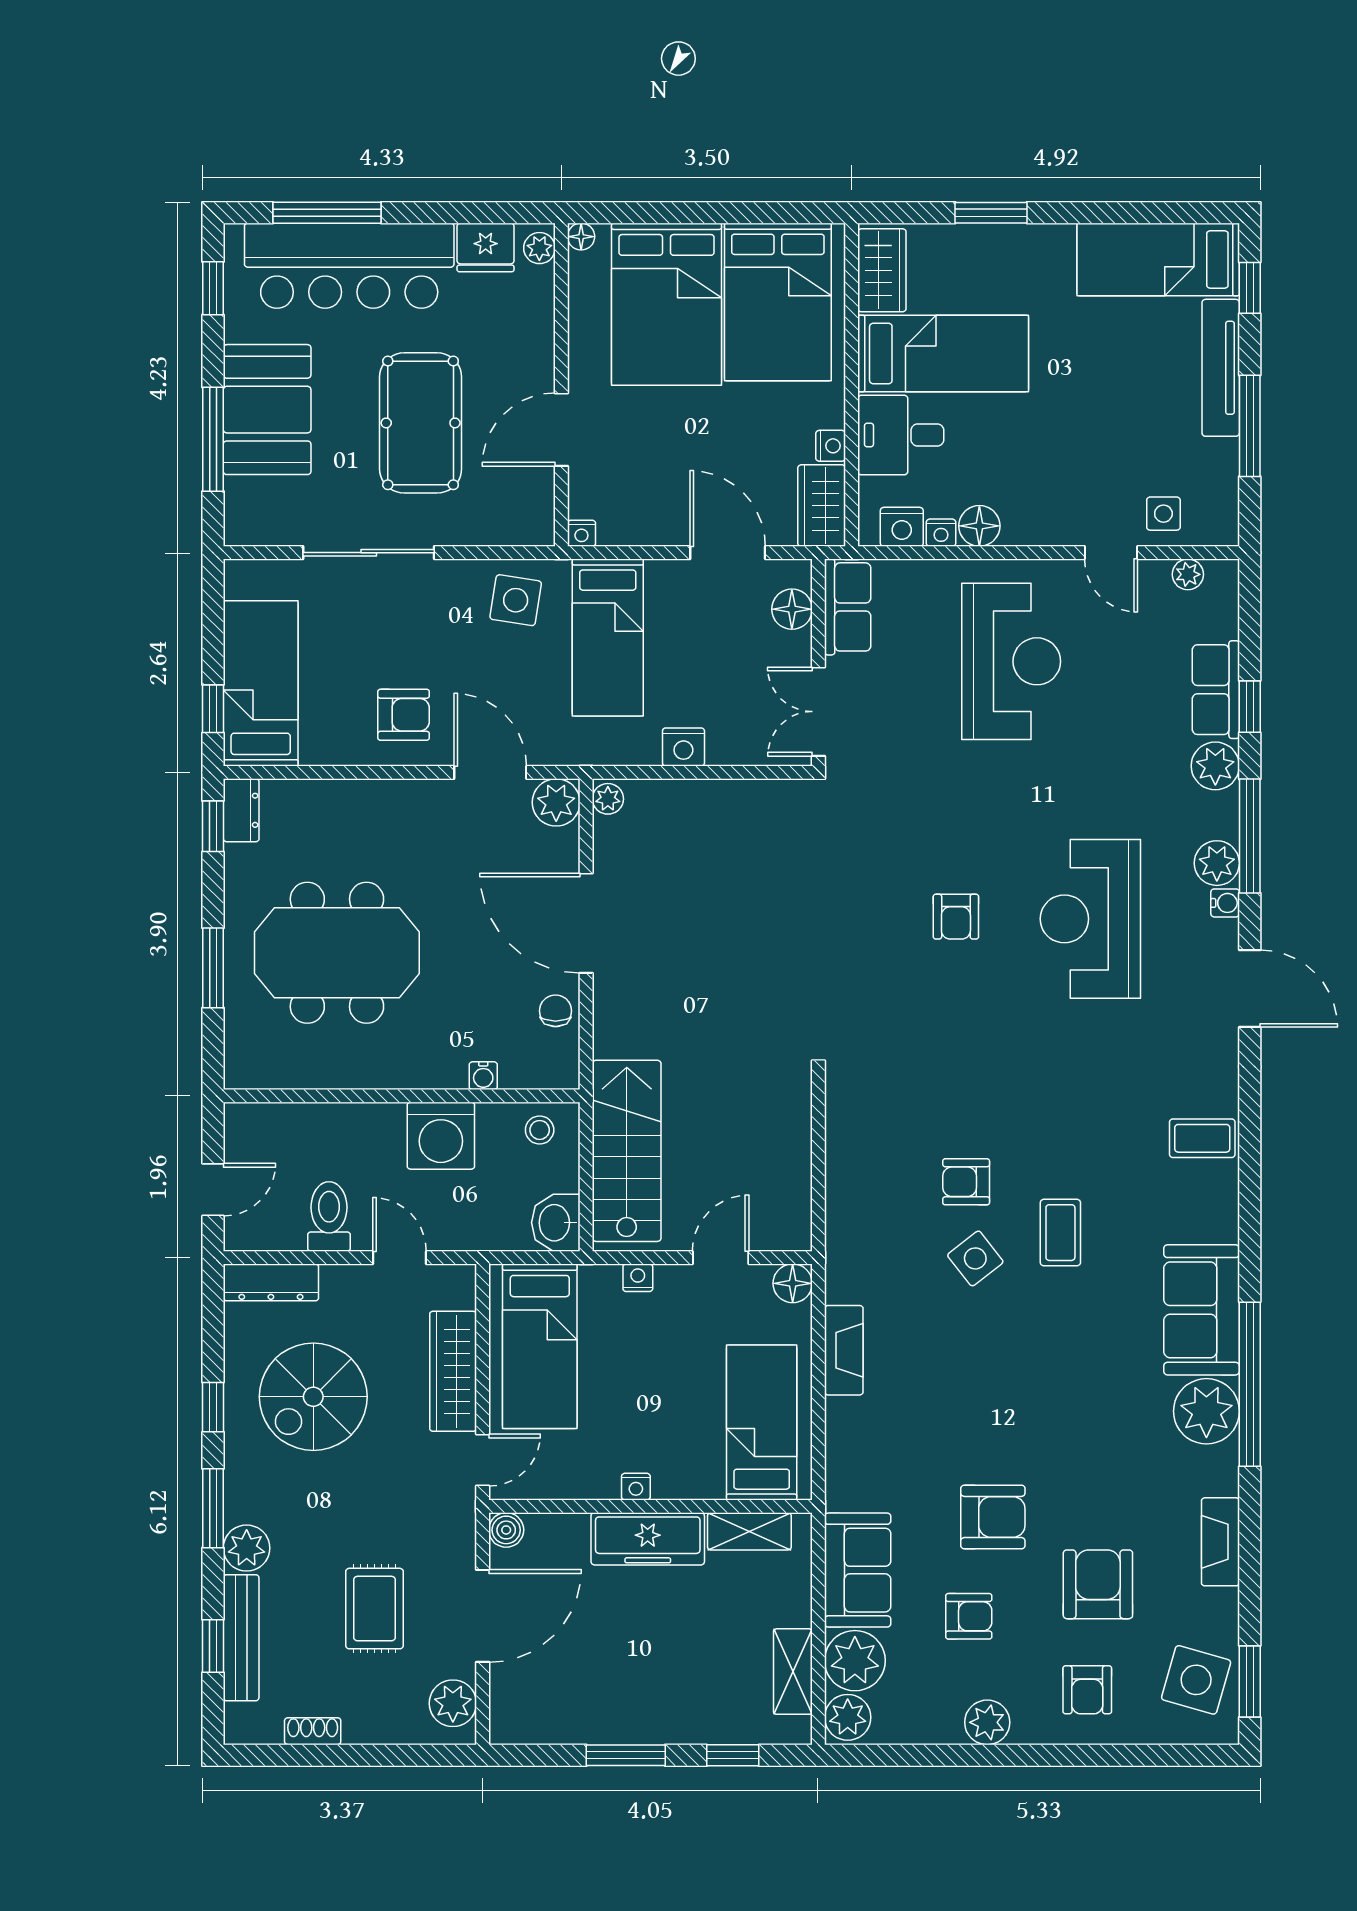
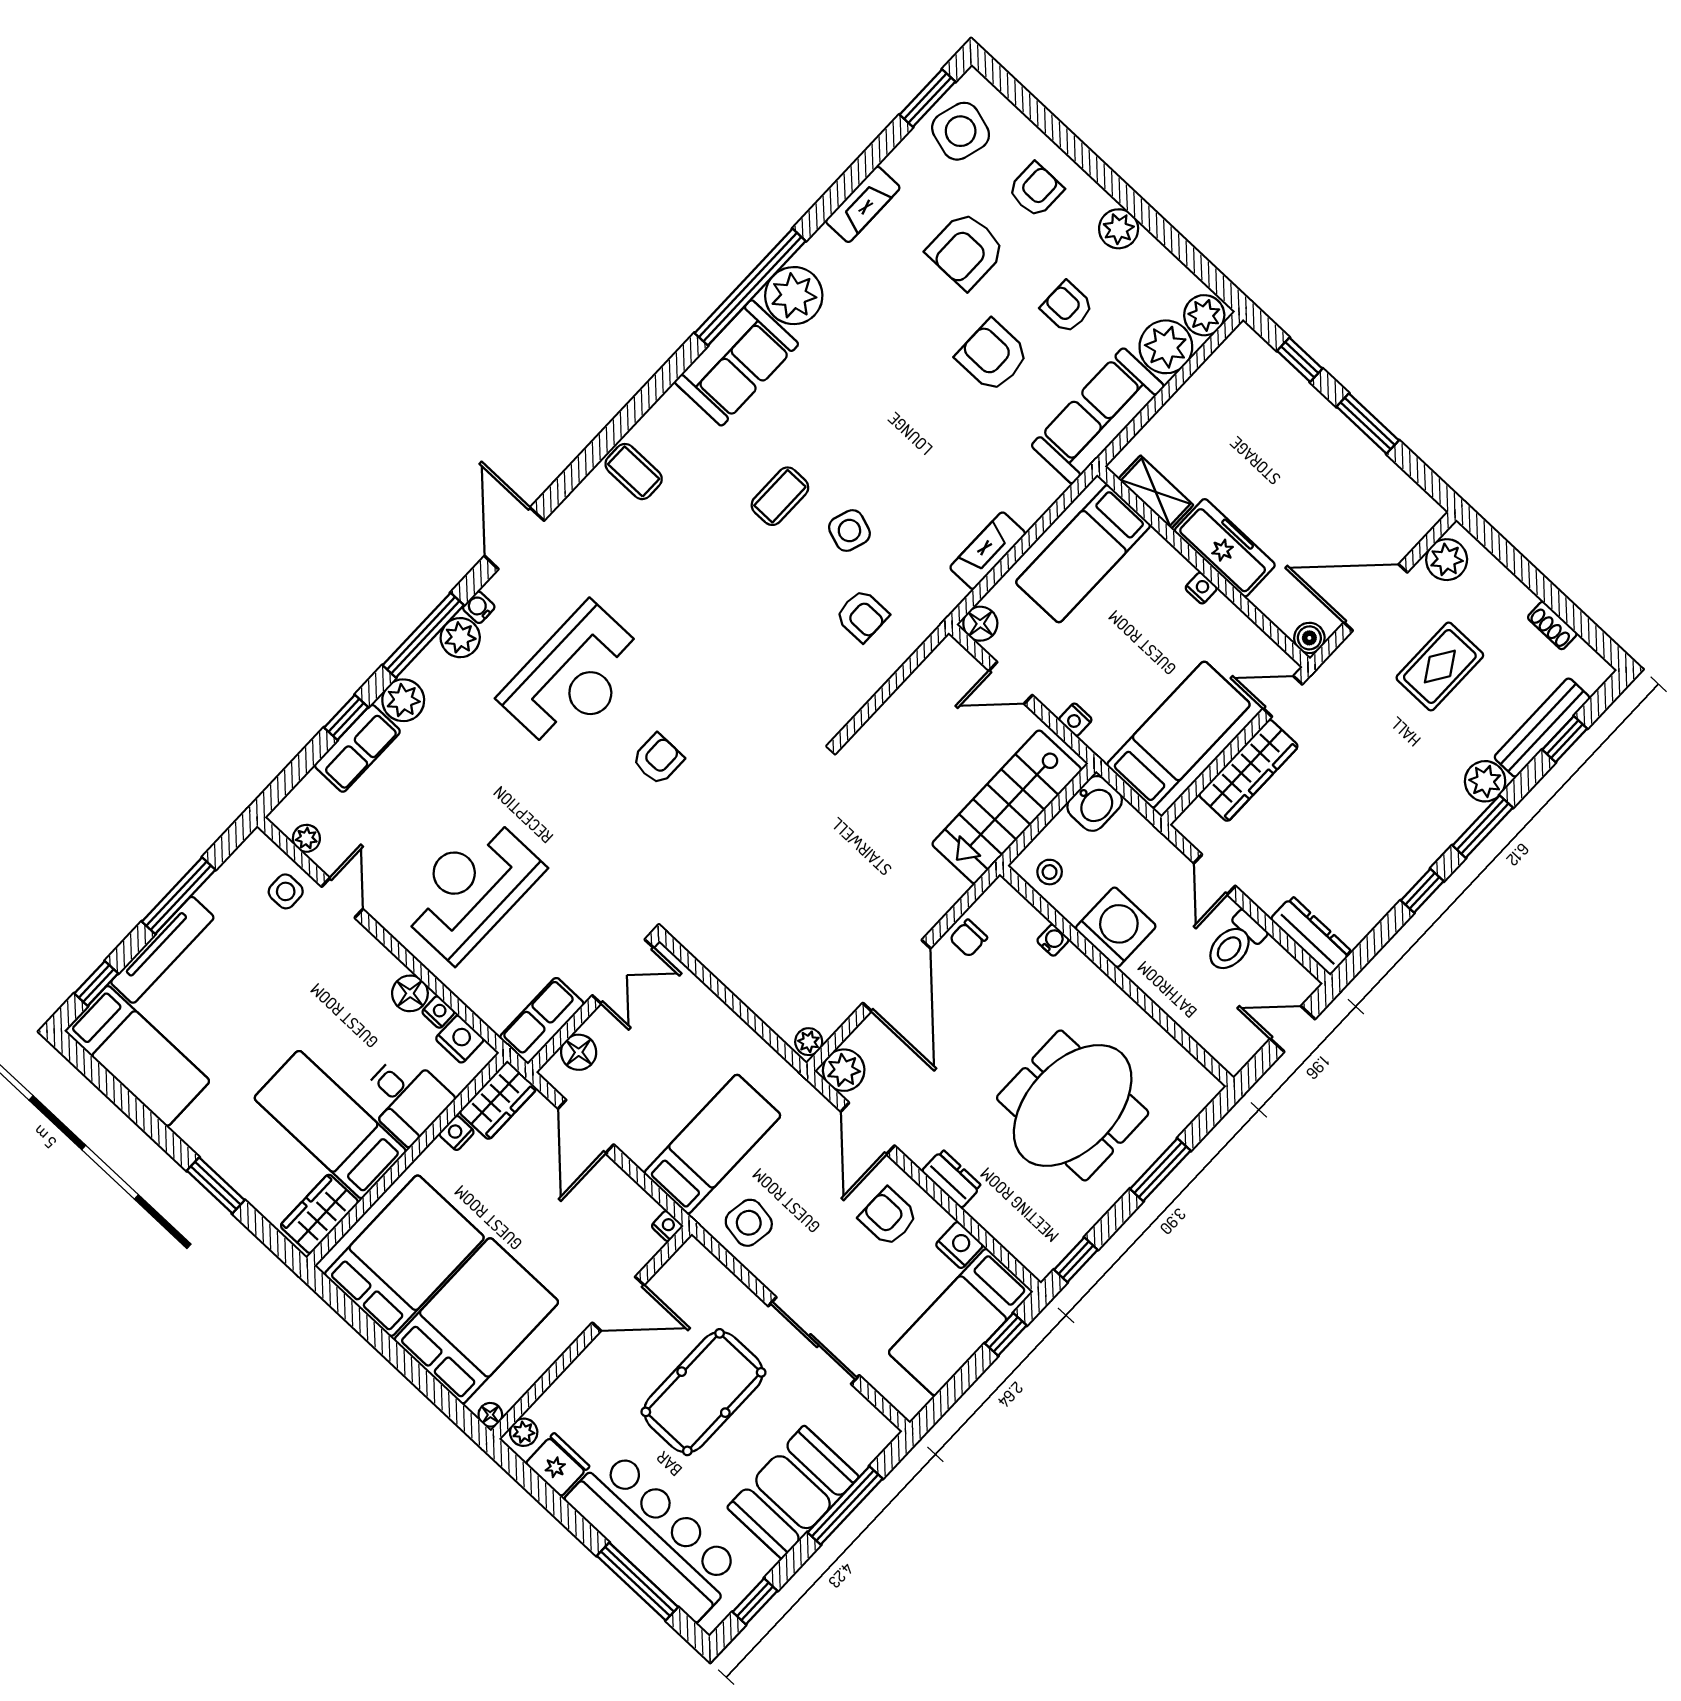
nightstand: (683, 747) -> (959, 1245), moved
dresser: (241, 810) -> (952, 1179), moved, turned 90
meeting table: (337, 953) -> (1073, 1105), turned 90
armchair: (966, 1182) -> (862, 616), moved
side table: (975, 1258) -> (849, 531), turned -33
spiral stairs: (313, 1397) -> (1352, 838), removed
sofa: (858, 1570) -> (1098, 416), width x1.36
shelving: (793, 1672) -> (1212, 377), removed

